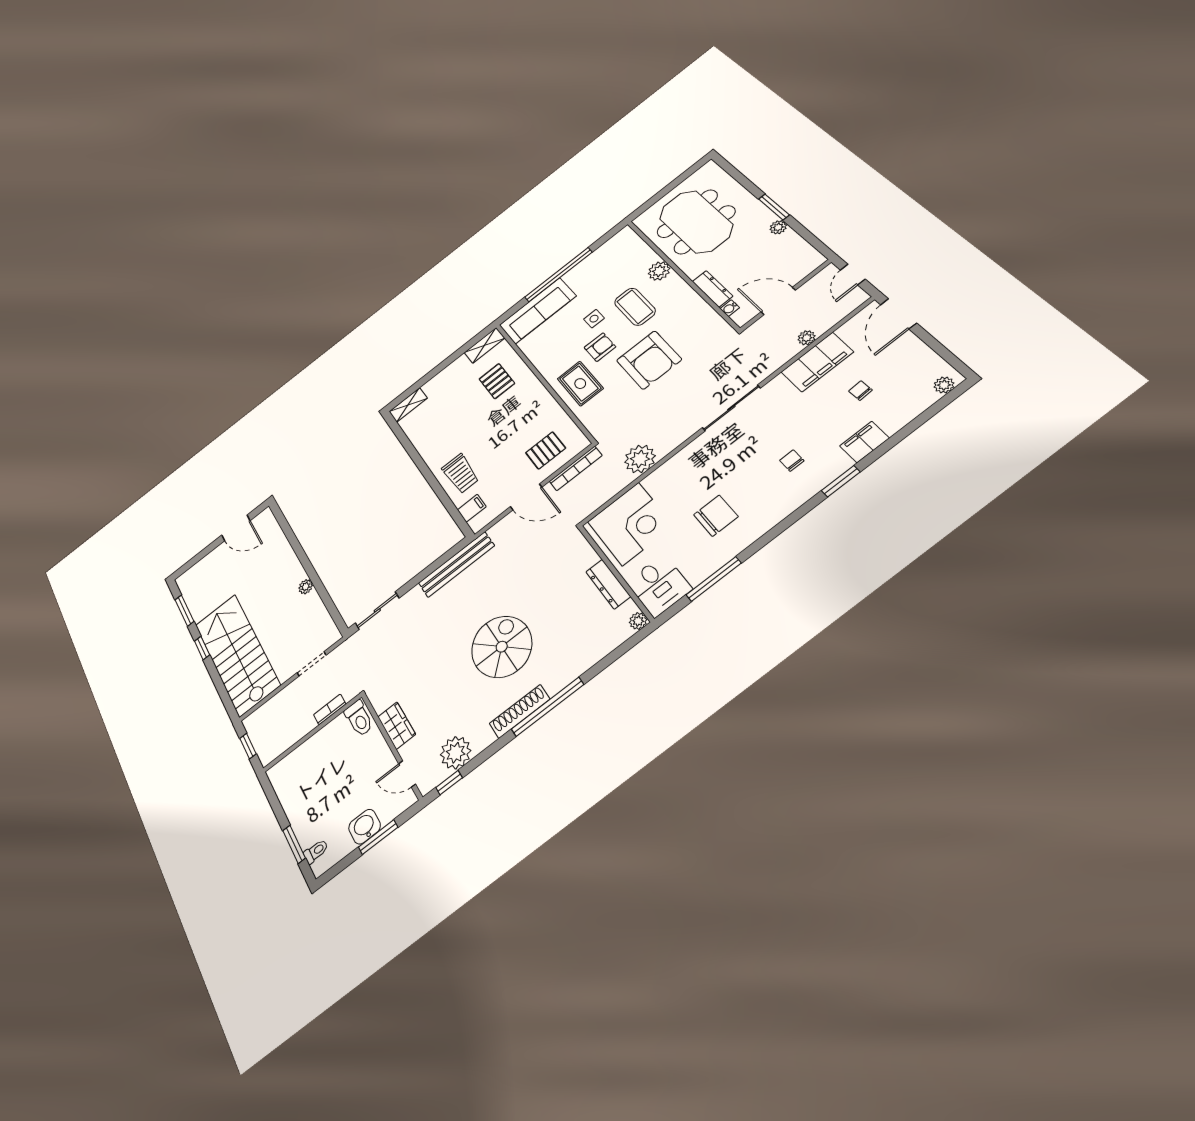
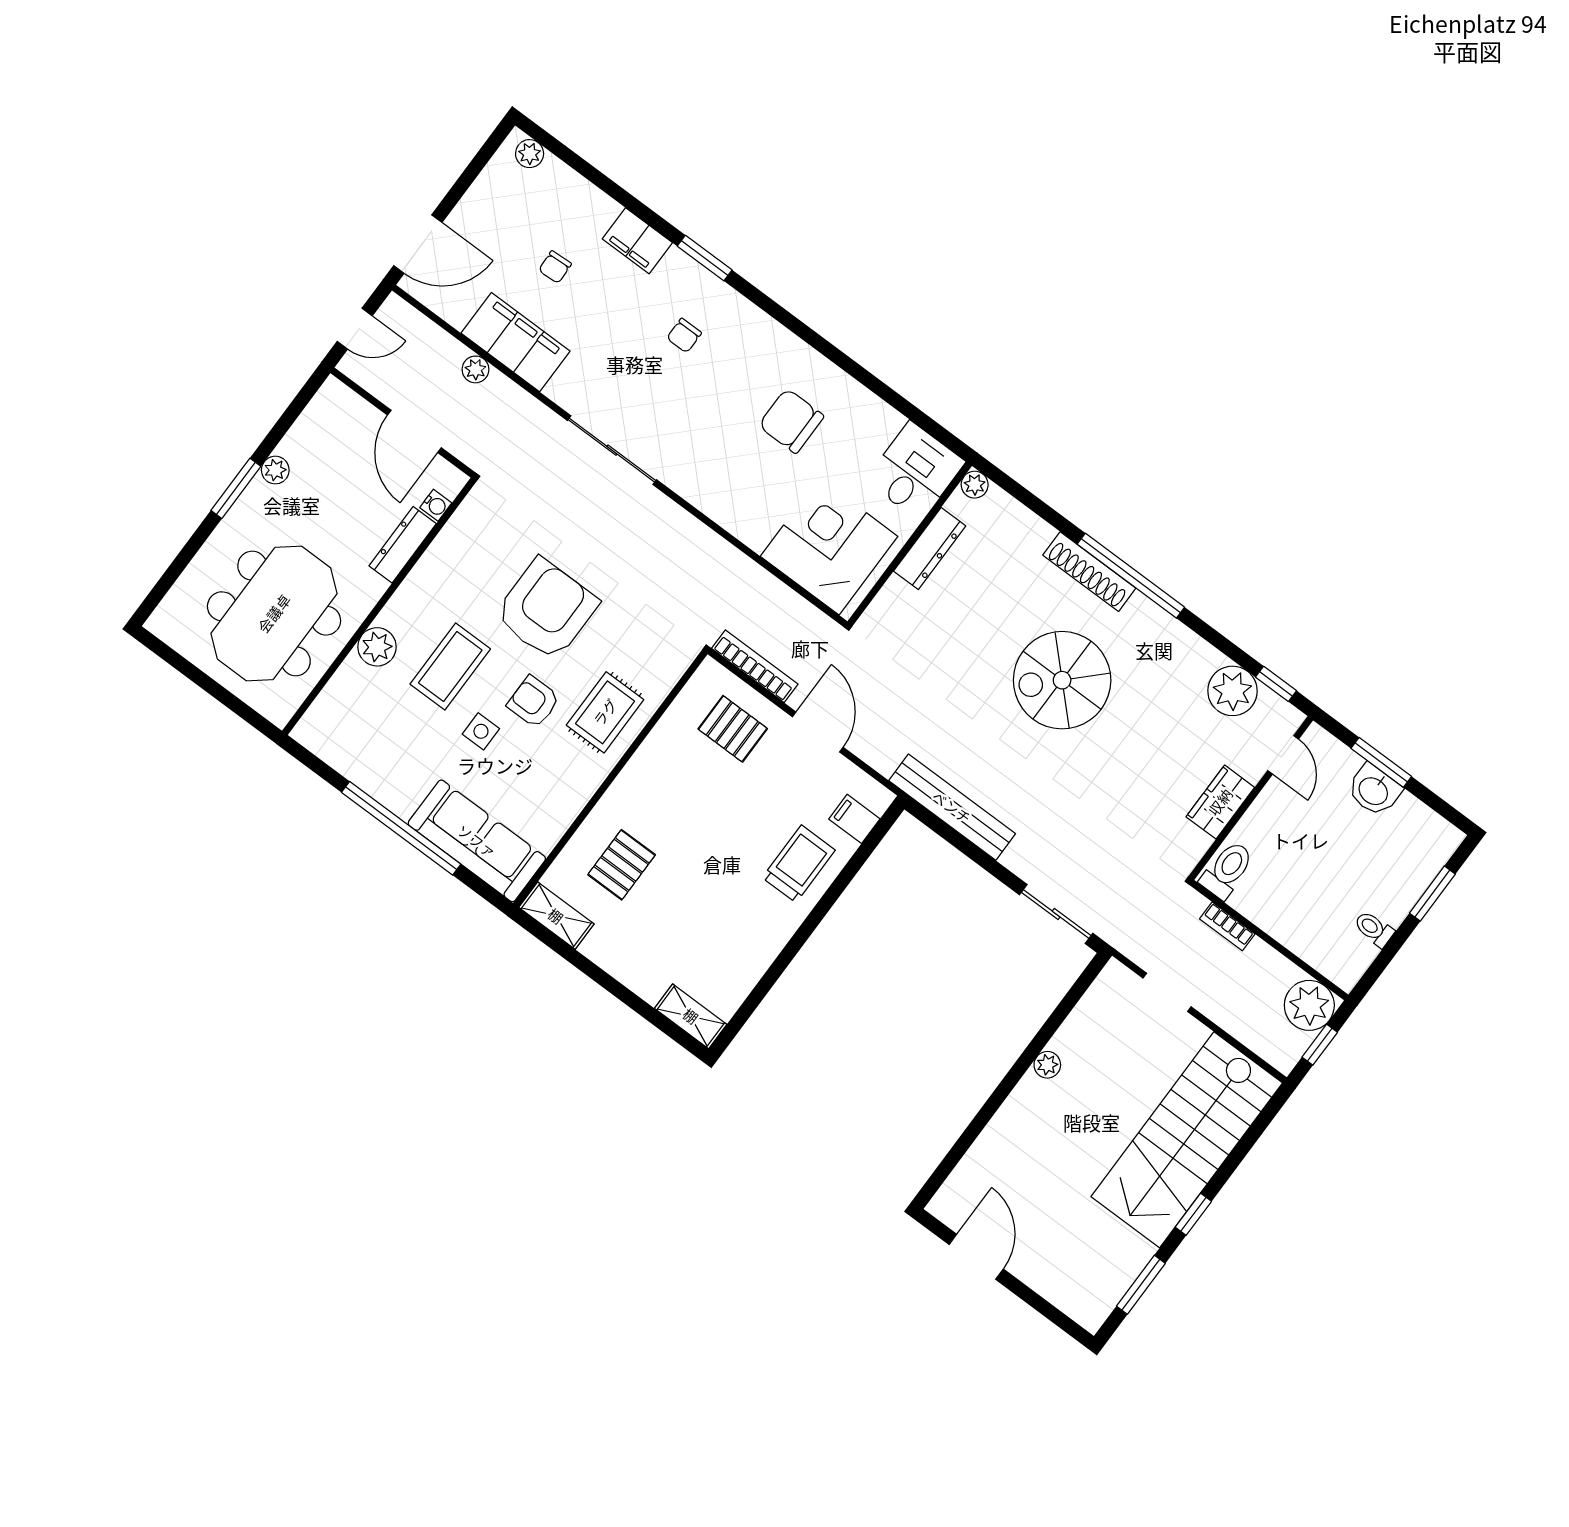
plant: (640, 459) -> (1309, 1005), moved
window: (714, 579) -> (888, 395), removed
shoe rack: (520, 711) -> (1089, 572), moved
toilet: (316, 851) -> (1374, 929), moved

